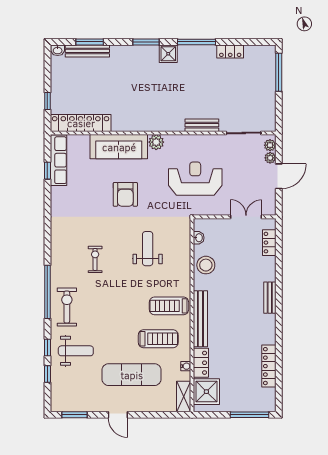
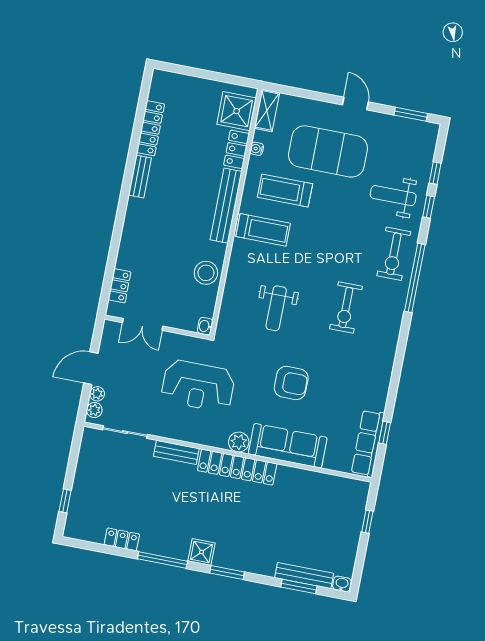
window: (279, 72) -> (65, 501), width x0.46
locker: (81, 123) -> (237, 467), moved
armchair: (125, 194) -> (291, 383), turned 90
washbasin: (199, 238) -> (205, 326), moved
exercise bike: (95, 259) -> (346, 307), width x1.38, depth x1.39
bench: (270, 298) -> (140, 177), moved
exercise mat: (132, 375) -> (328, 151), width x1.47
window: (250, 415) -> (187, 71), removed

